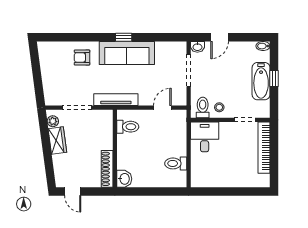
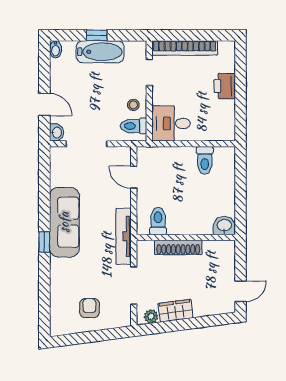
window: (124, 37) -> (44, 242), moved
armchair: (82, 57) -> (89, 308), moved, turned 180
shoe rack: (107, 169) -> (178, 247), moved
printer: (234, 179) -> (225, 86), added

